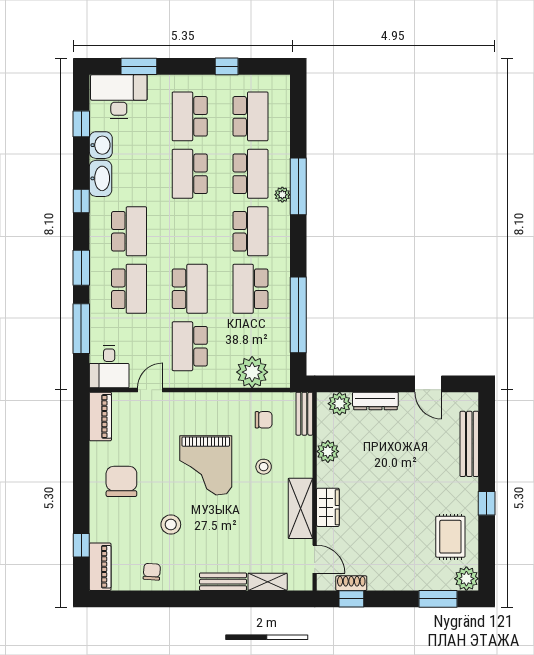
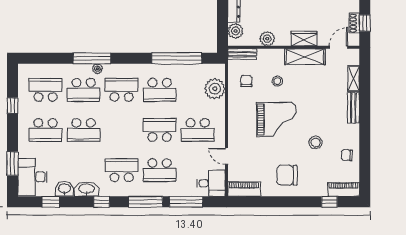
school desk: (250, 174) -> (84, 90), turned 180
window: (81, 268) -> (146, 202), width x1.44
school desk: (129, 289) -> (160, 170), turned 180

